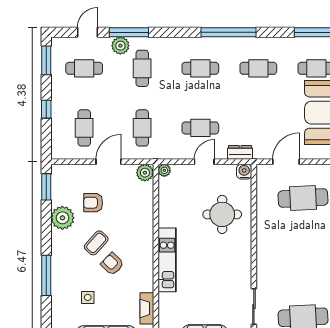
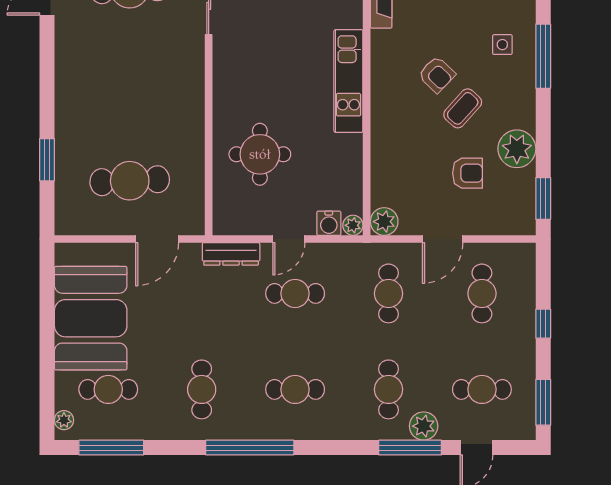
cafe table: (258, 68) -> (202, 389), turned 90
dresser: (240, 152) -> (231, 254), width x1.44
water cooler: (244, 172) -> (329, 223), moved
side table: (88, 297) -> (502, 45), moved

